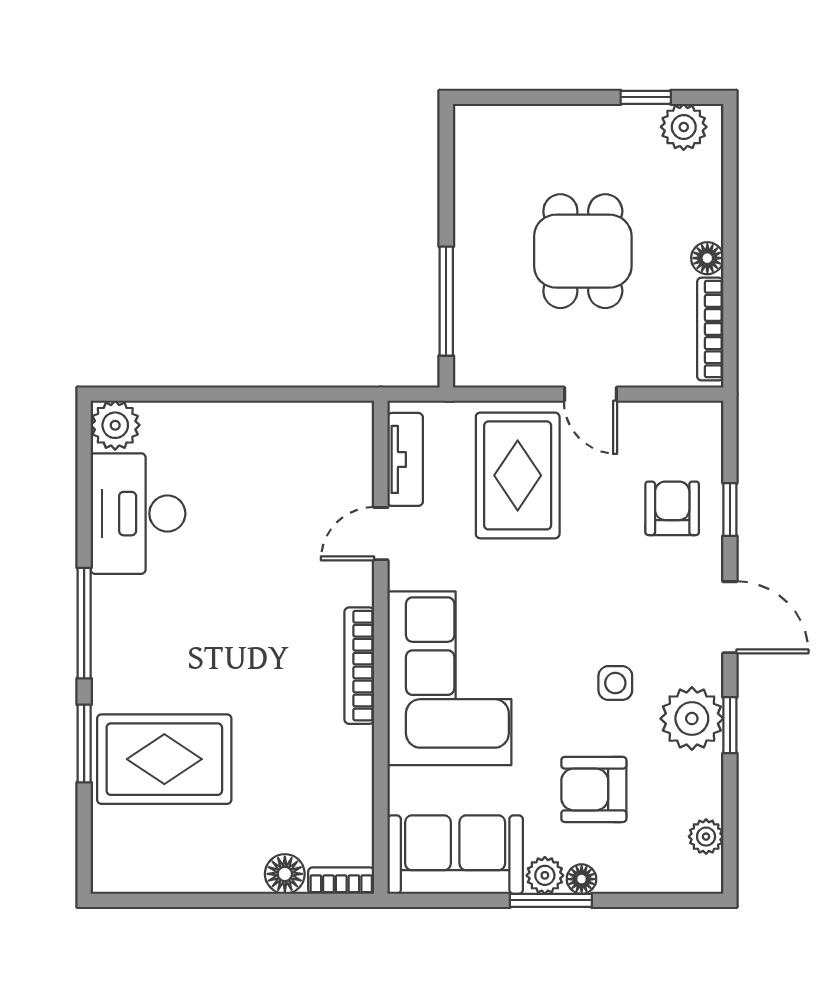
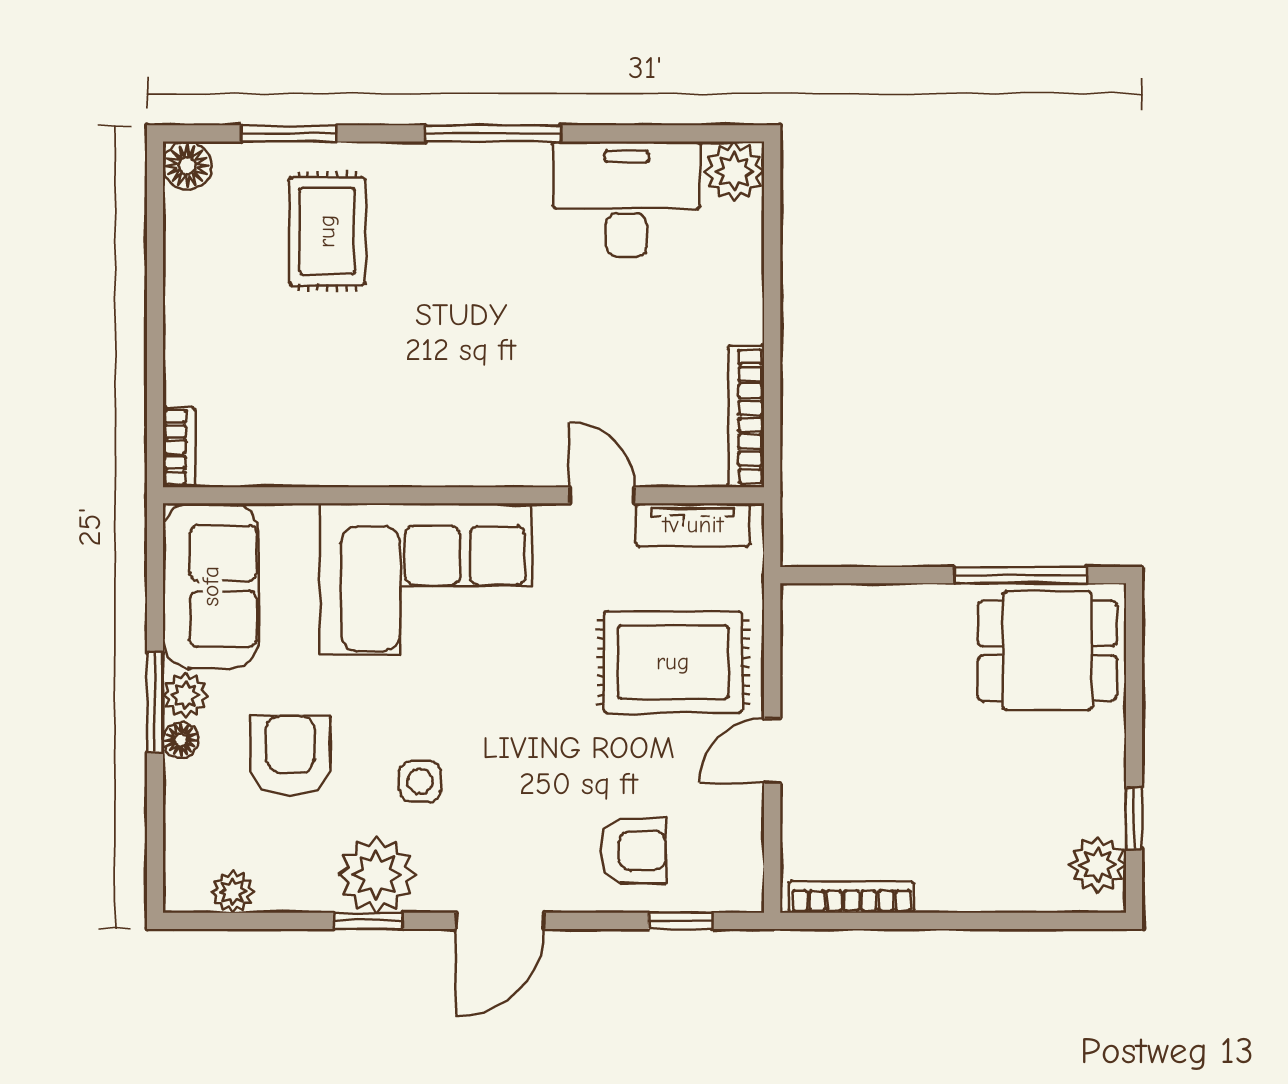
dining table: (583, 251) -> (1047, 651), moved
floor lamp: (707, 258) -> (938, 893), removed
window: (446, 301) -> (1021, 575), moved
window: (730, 509) -> (681, 921), moved
bookcase: (359, 666) -> (746, 416), moved, turned -90
window: (84, 743) -> (289, 133), moved
rug: (164, 759) -> (327, 231), width x0.73, depth x0.70
floor lamp: (285, 874) -> (187, 166), moved

